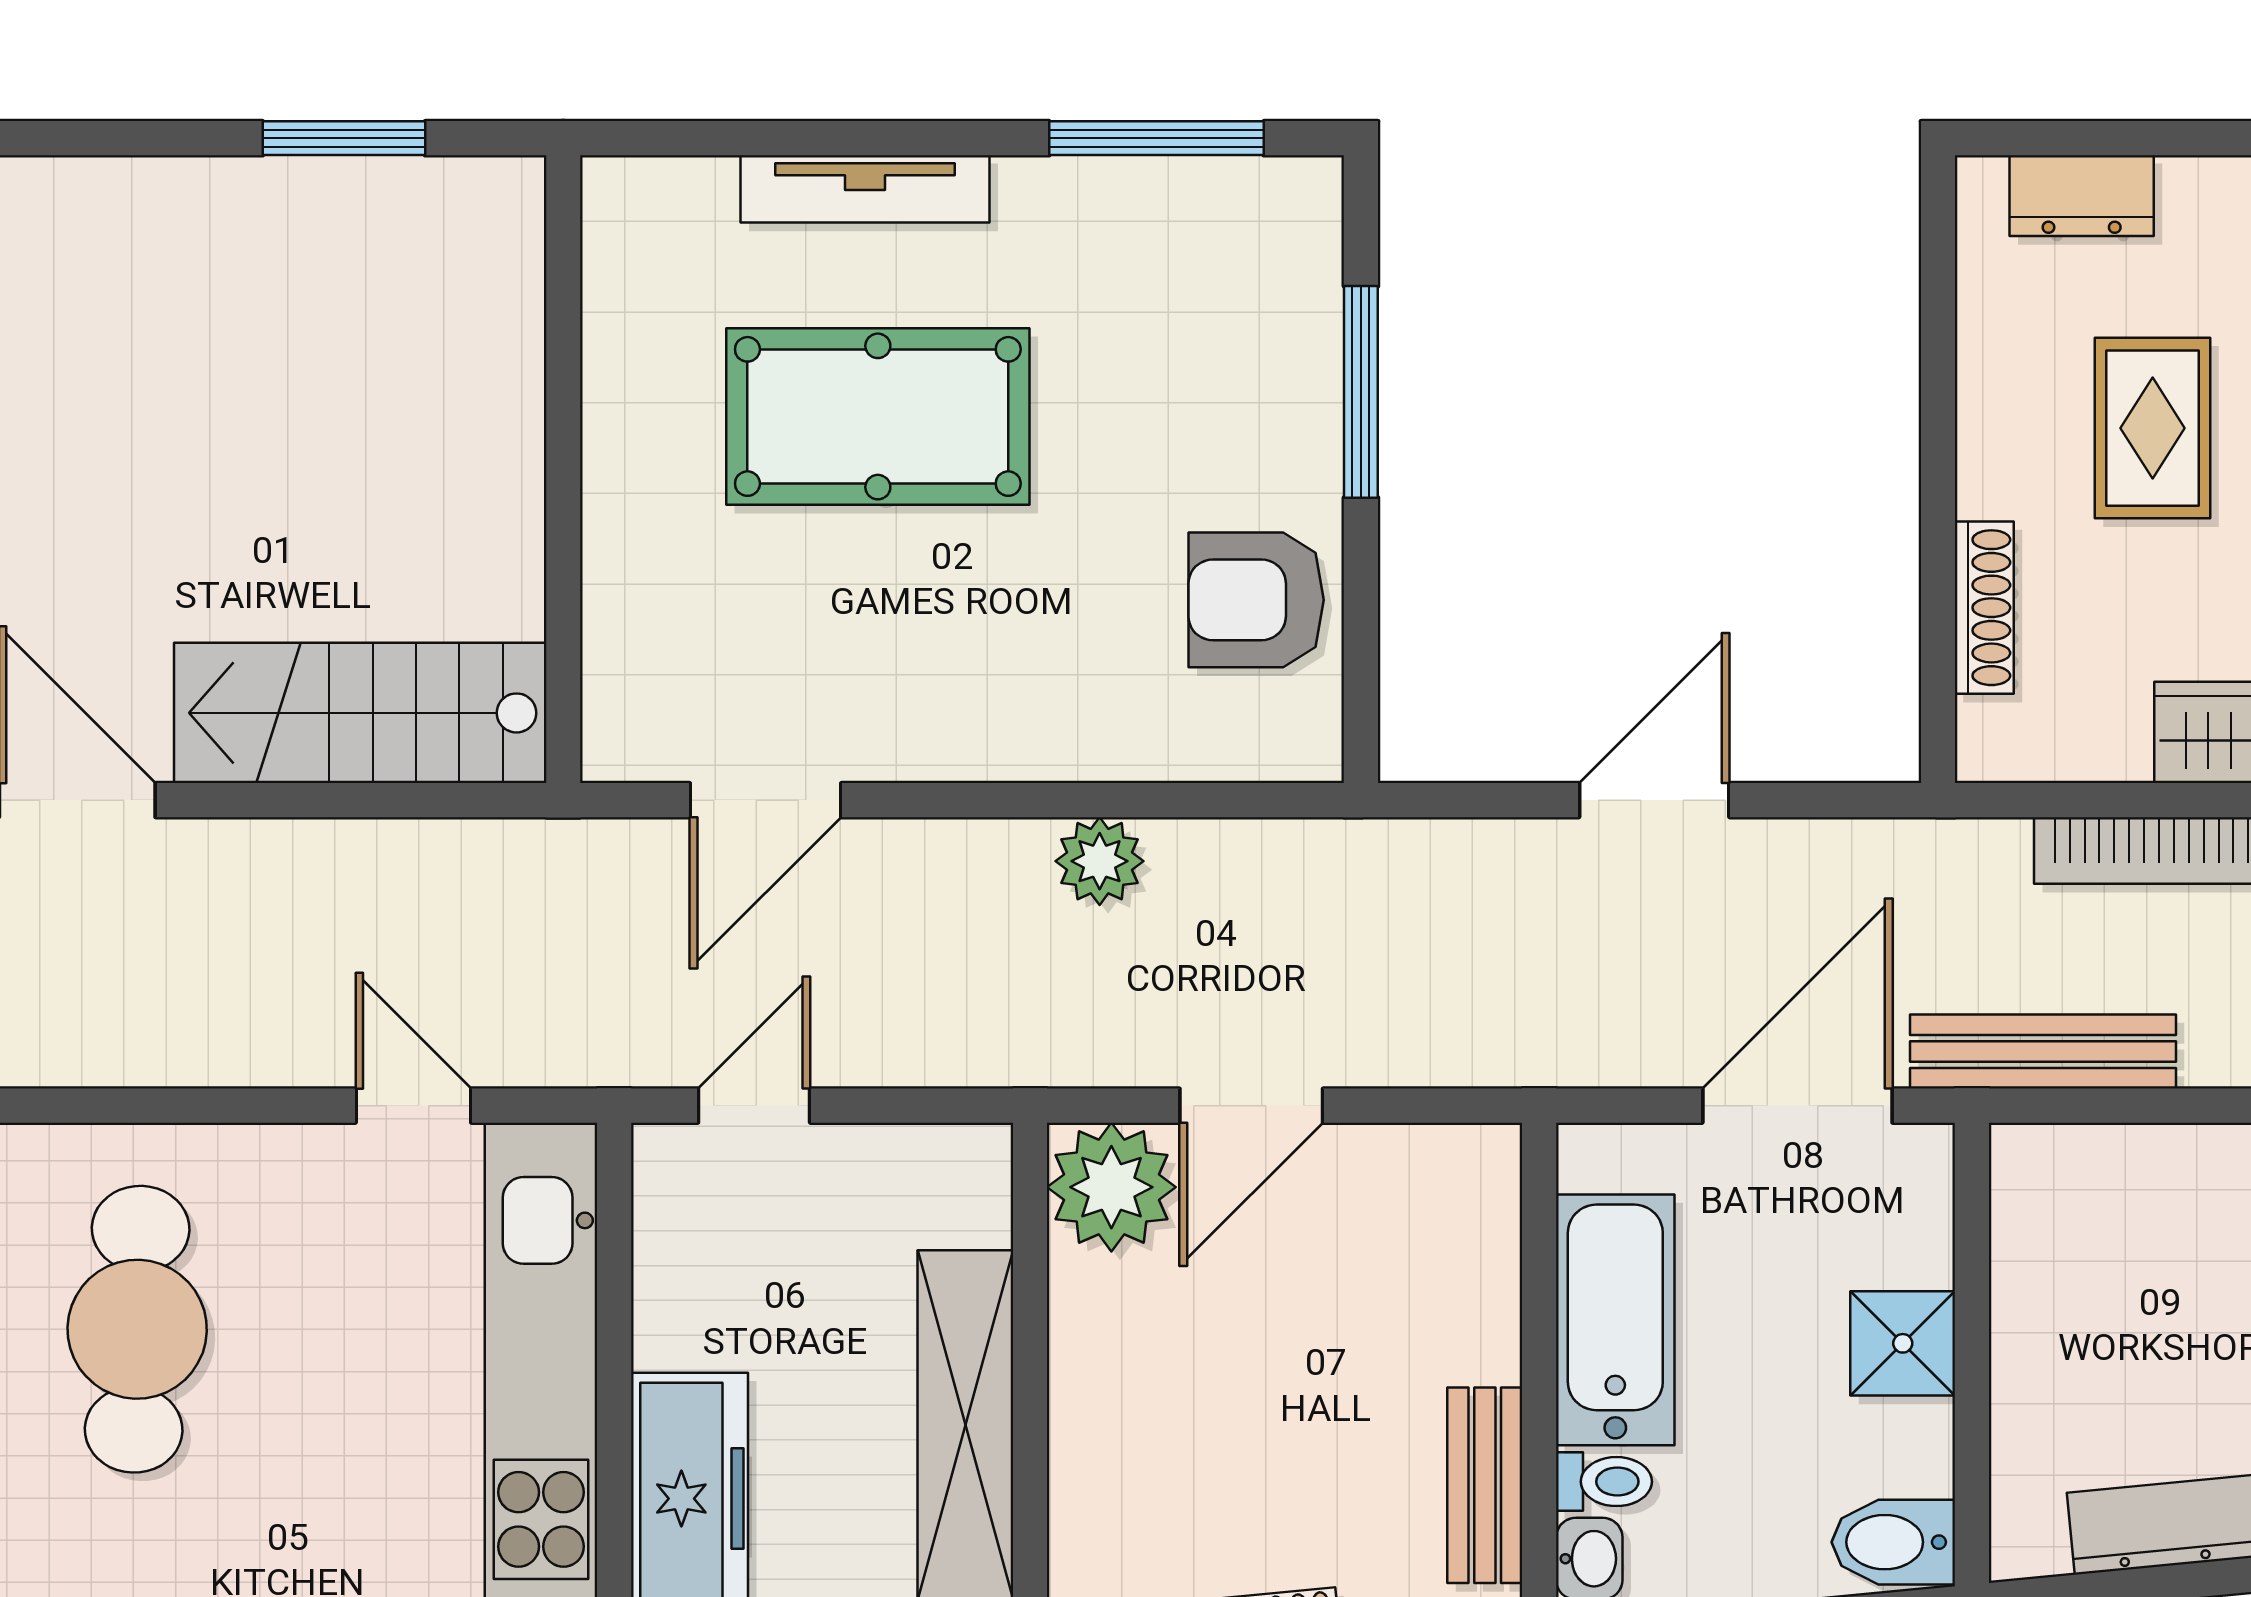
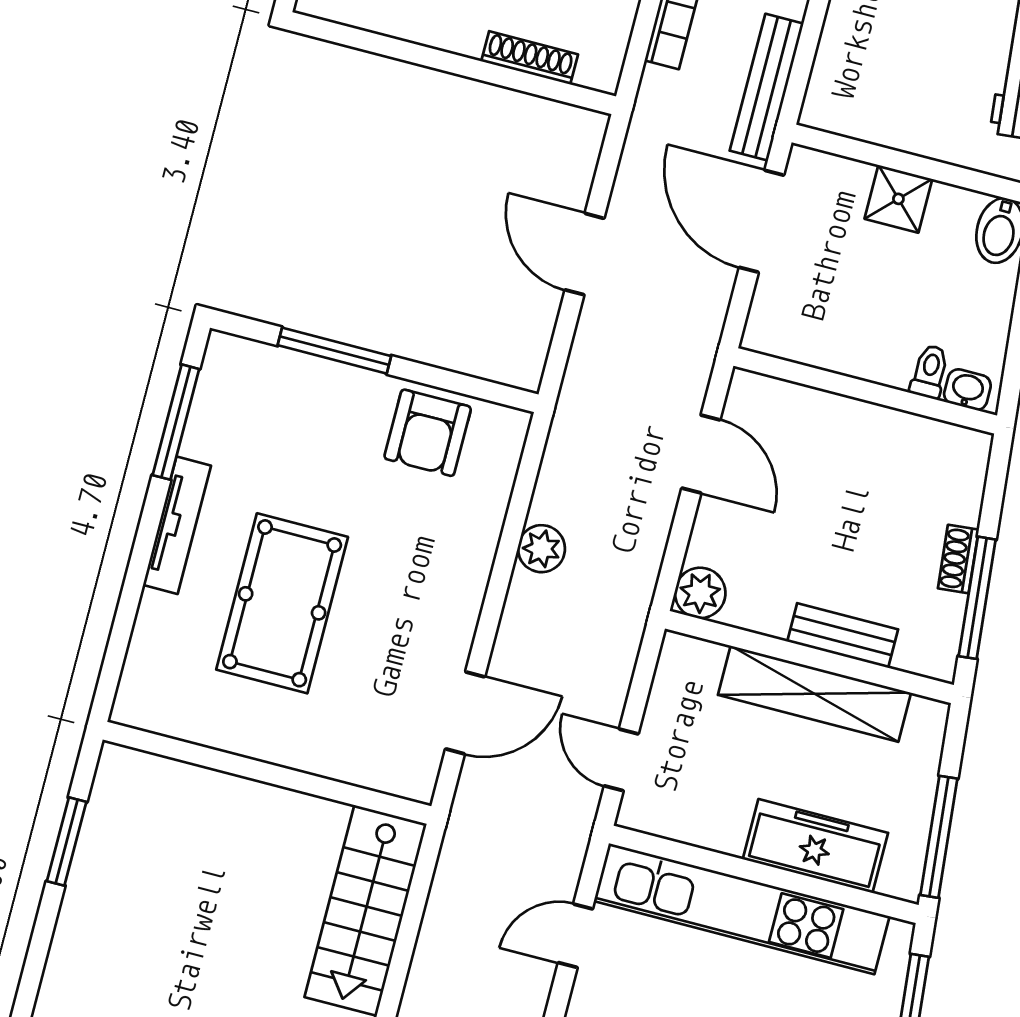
tv unit: (865, 189) -> (177, 525), moved
door: (766, 800) -> (465, 713), hinge flipped
door: (1251, 1106) -> (701, 454), moved
plant: (1111, 1187) -> (700, 593), width x0.73, depth x0.73
bathtub: (1615, 1320) -> (848, 344), removed
bench: (1485, 1485) -> (843, 635), moved

